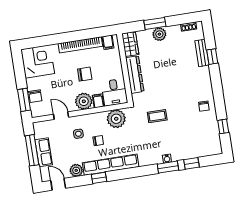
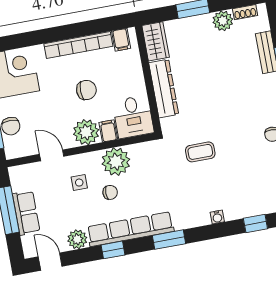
plant: (159, 34) -> (223, 21), moved
plant: (116, 119) -> (116, 162), moved
window: (168, 167) -> (169, 240), moved

